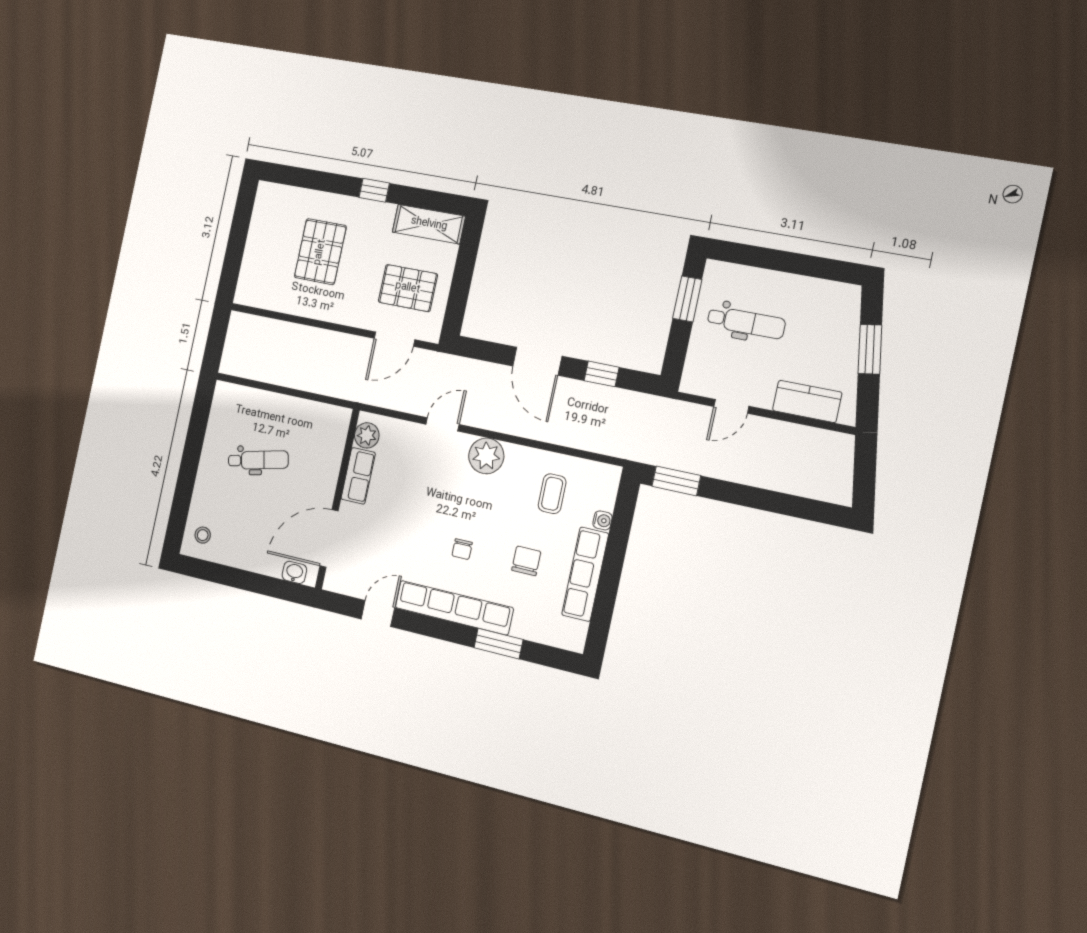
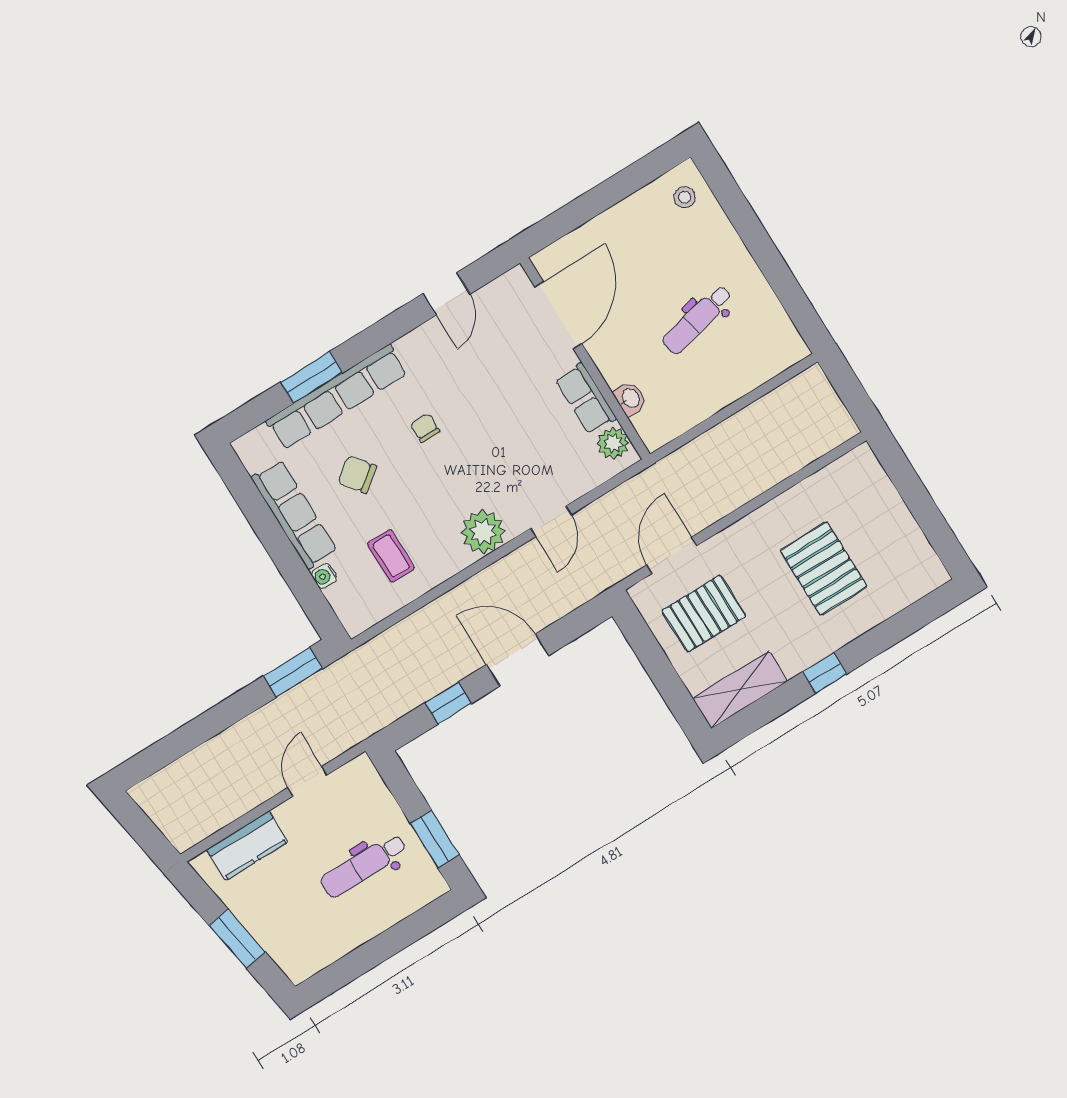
chair: (526, 561) -> (357, 475), turned 142
washbasin: (294, 572) -> (630, 398), moved, turned -90
row of seats: (454, 608) -> (337, 397), moved

